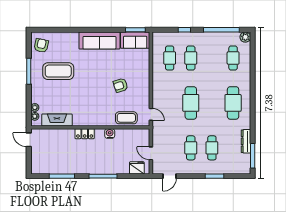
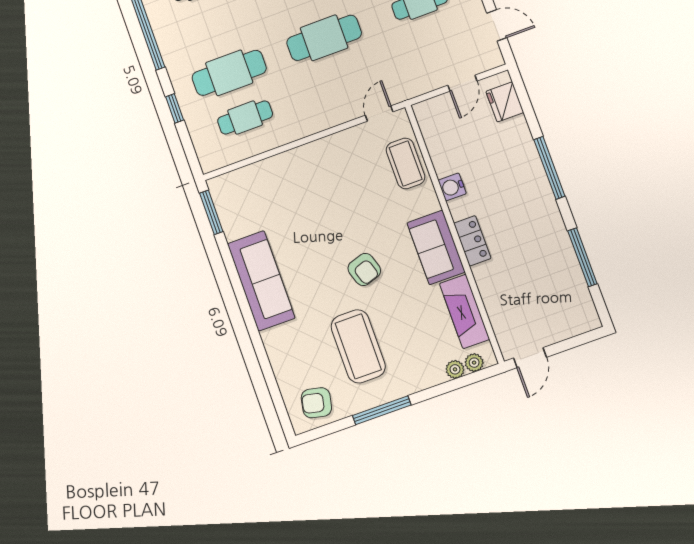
sofa: (135, 40) -> (436, 247), moved, turned 180
cafe table: (191, 58) -> (229, 73), width x1.37, depth x1.35
armchair: (120, 85) -> (364, 269), moved

